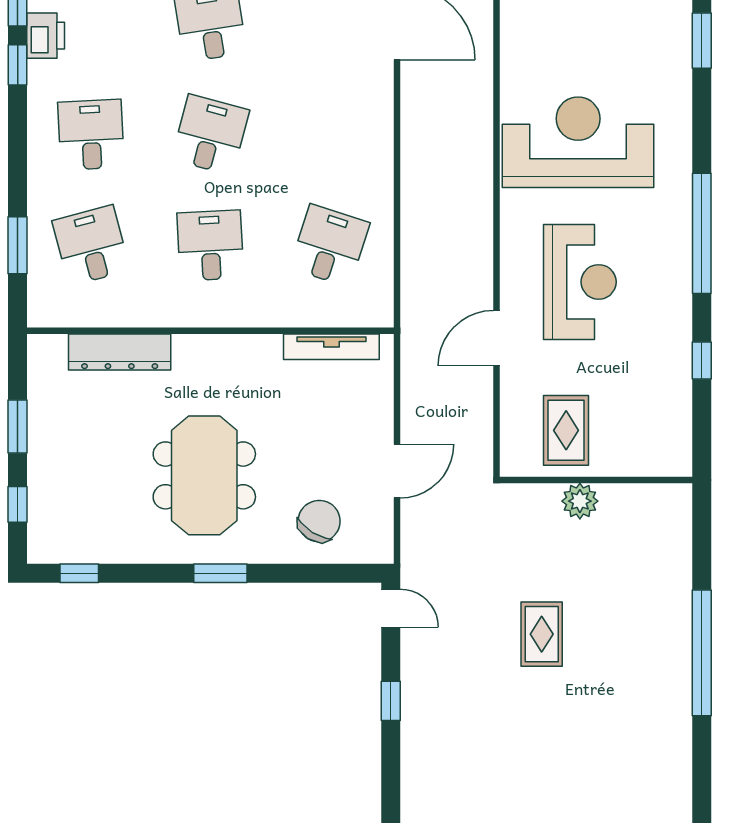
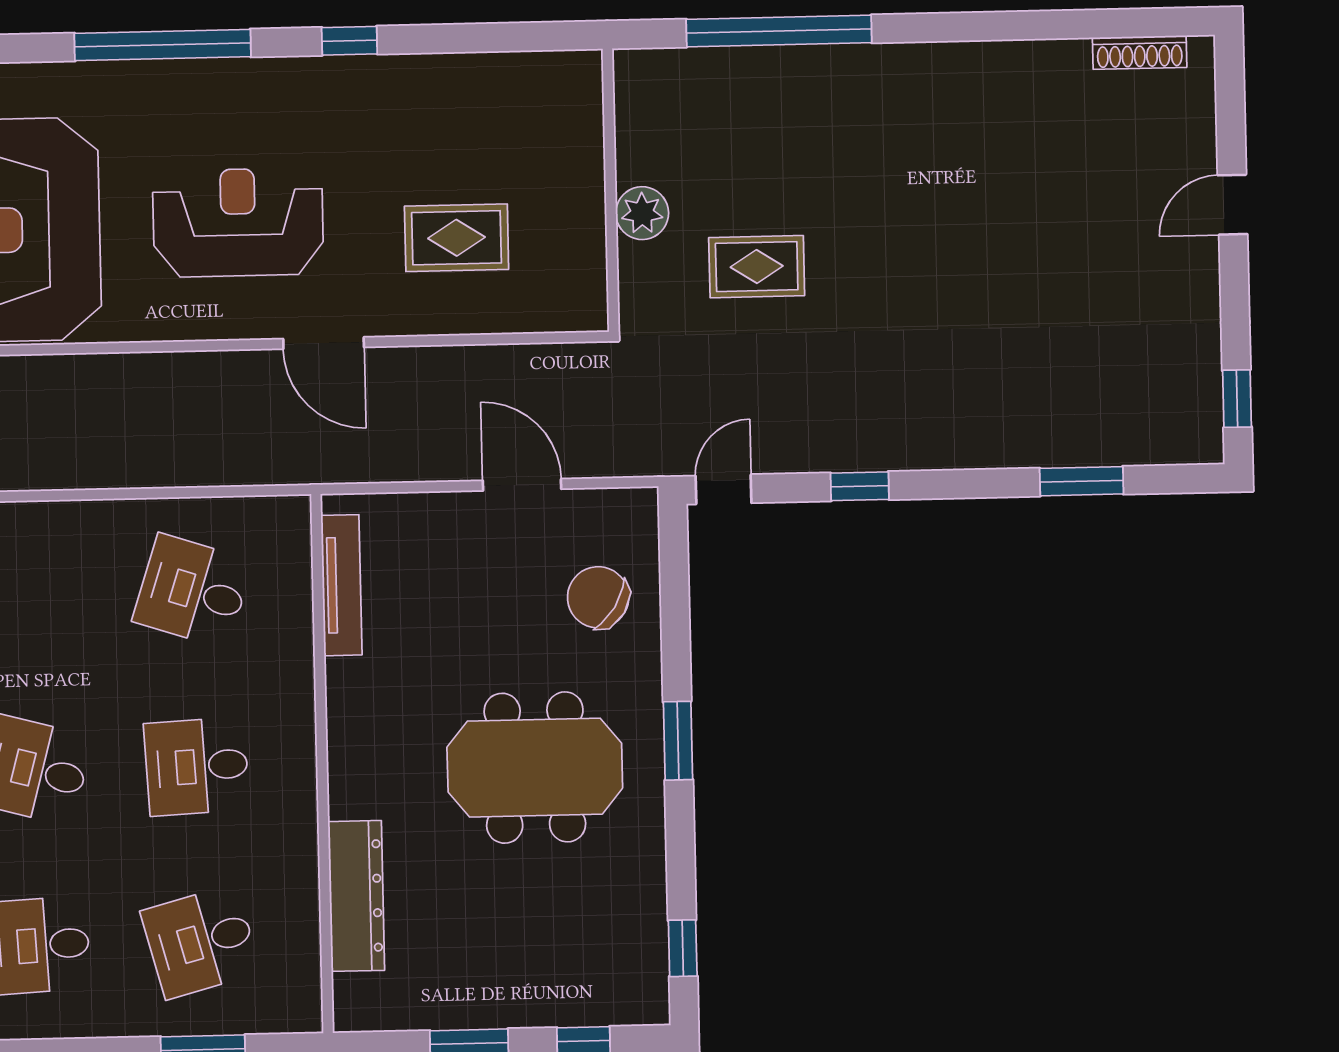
wall: (596, 480) -> (611, 190), moved
plant: (580, 501) -> (642, 213), moved

